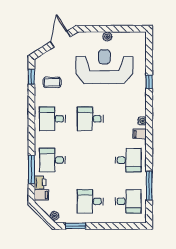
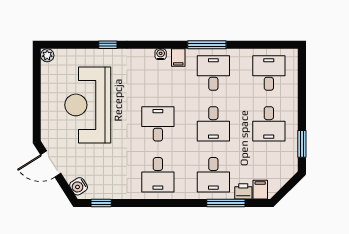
plant: (107, 37) -> (47, 55), moved
water cooler: (44, 60) -> (79, 186), added
coffee table: (52, 82) -> (109, 175), removed
desk: (90, 119) -> (158, 124), turned 180
desk: (90, 160) -> (213, 124), added
window: (149, 186) -> (207, 45), moved
plant: (54, 216) -> (288, 172), removed

